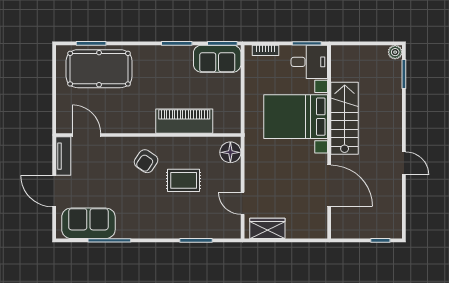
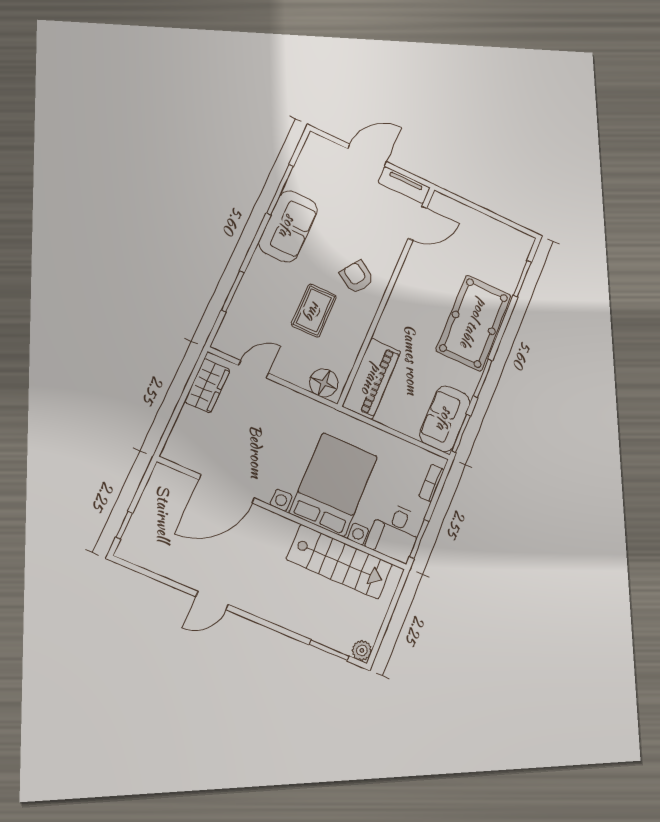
pool table: (99, 69) -> (474, 323), moved
stairs: (345, 118) -> (339, 562), moved
piano: (184, 121) -> (372, 379), moved
sofa: (88, 223) -> (288, 226), moved

